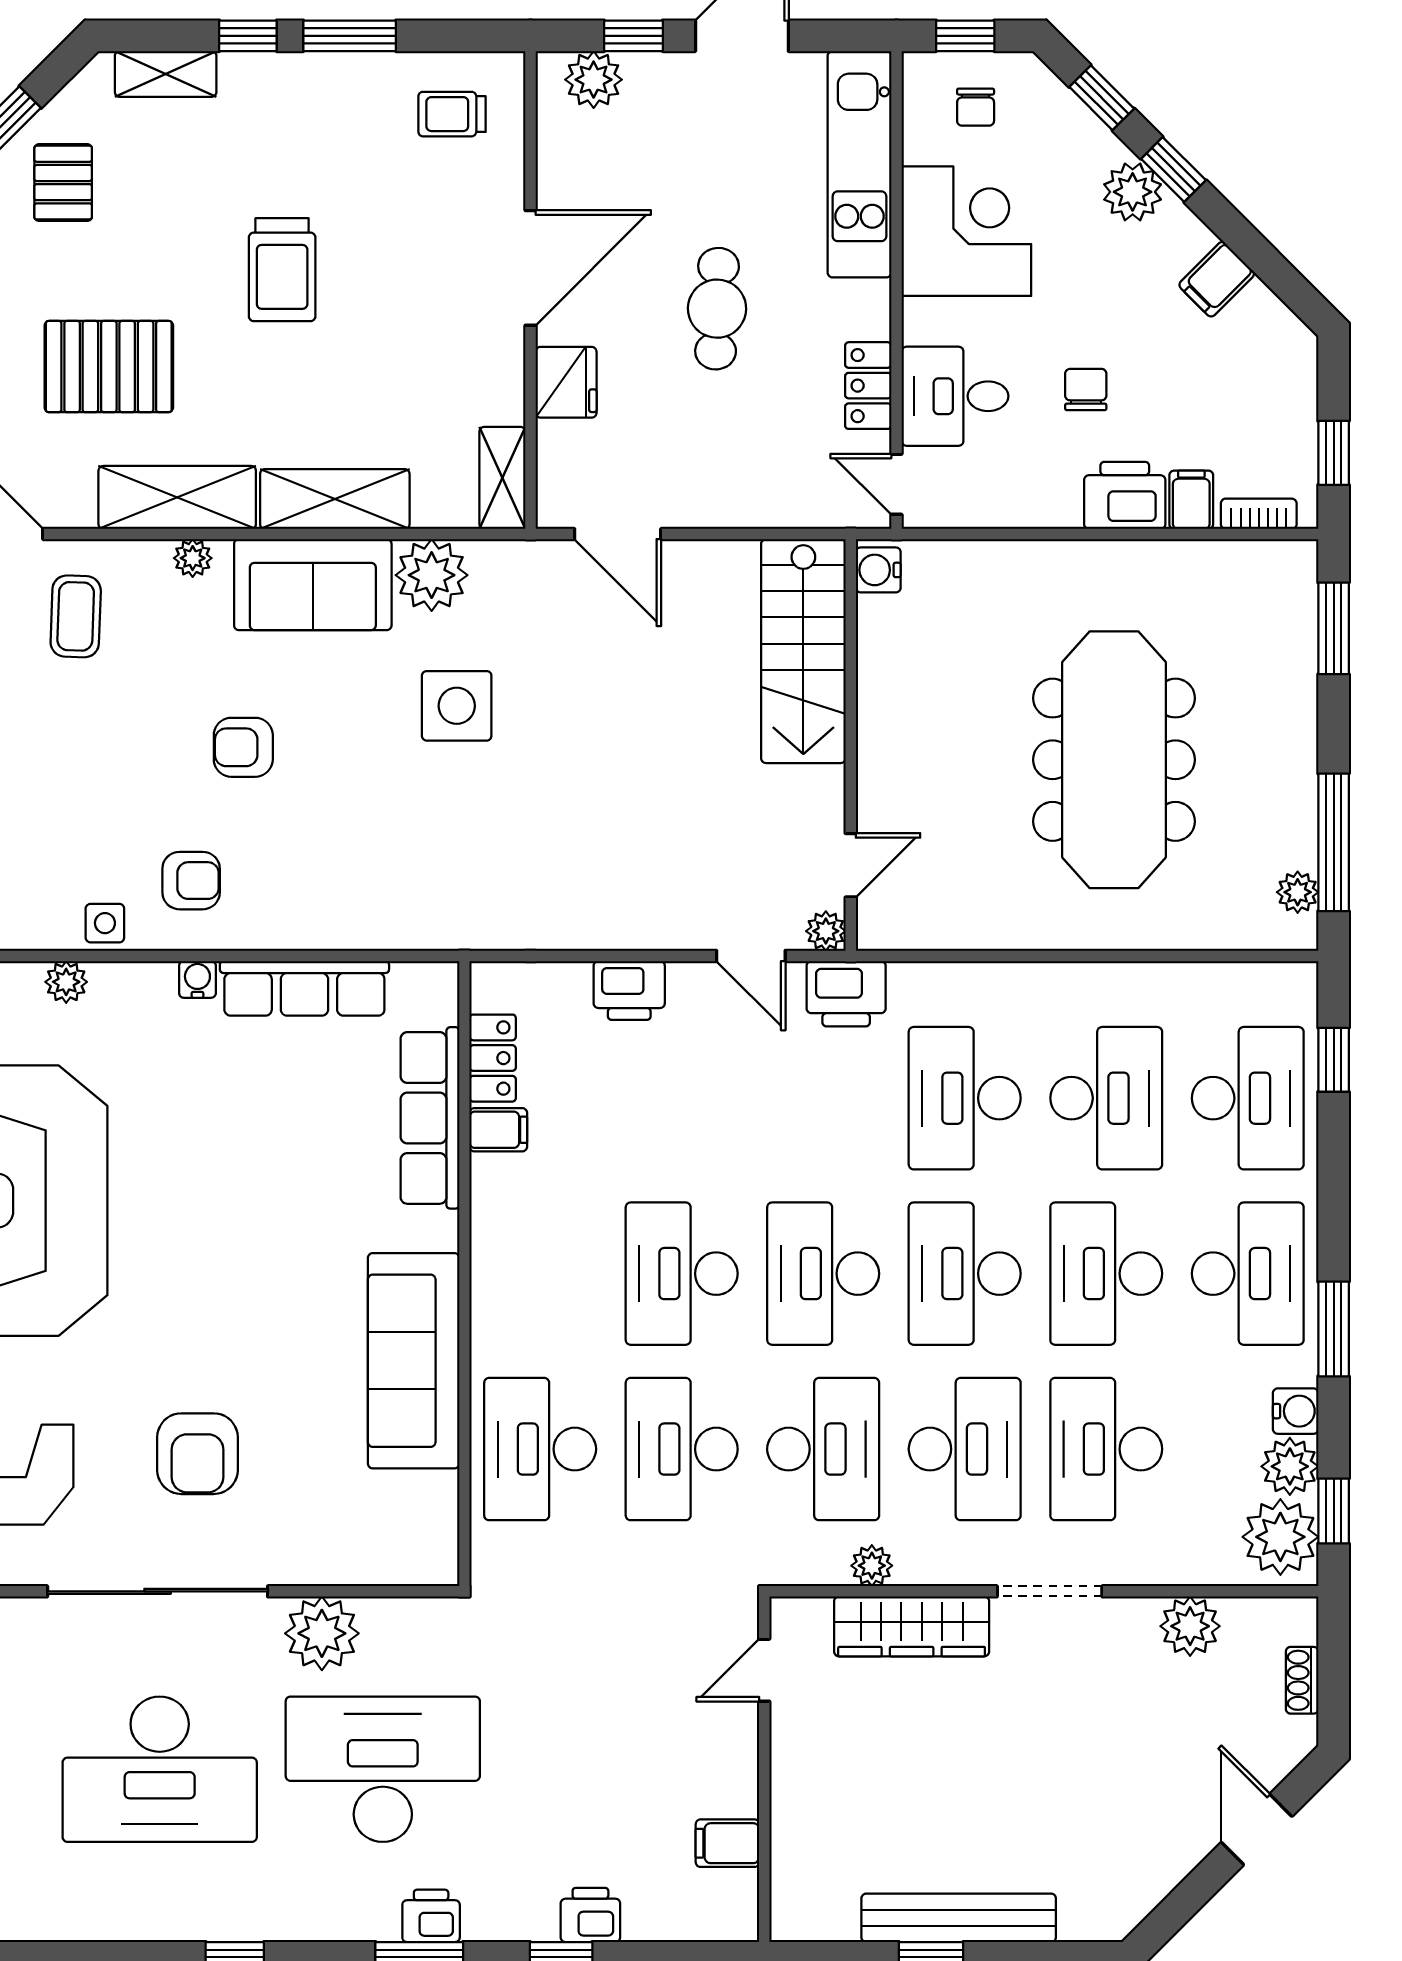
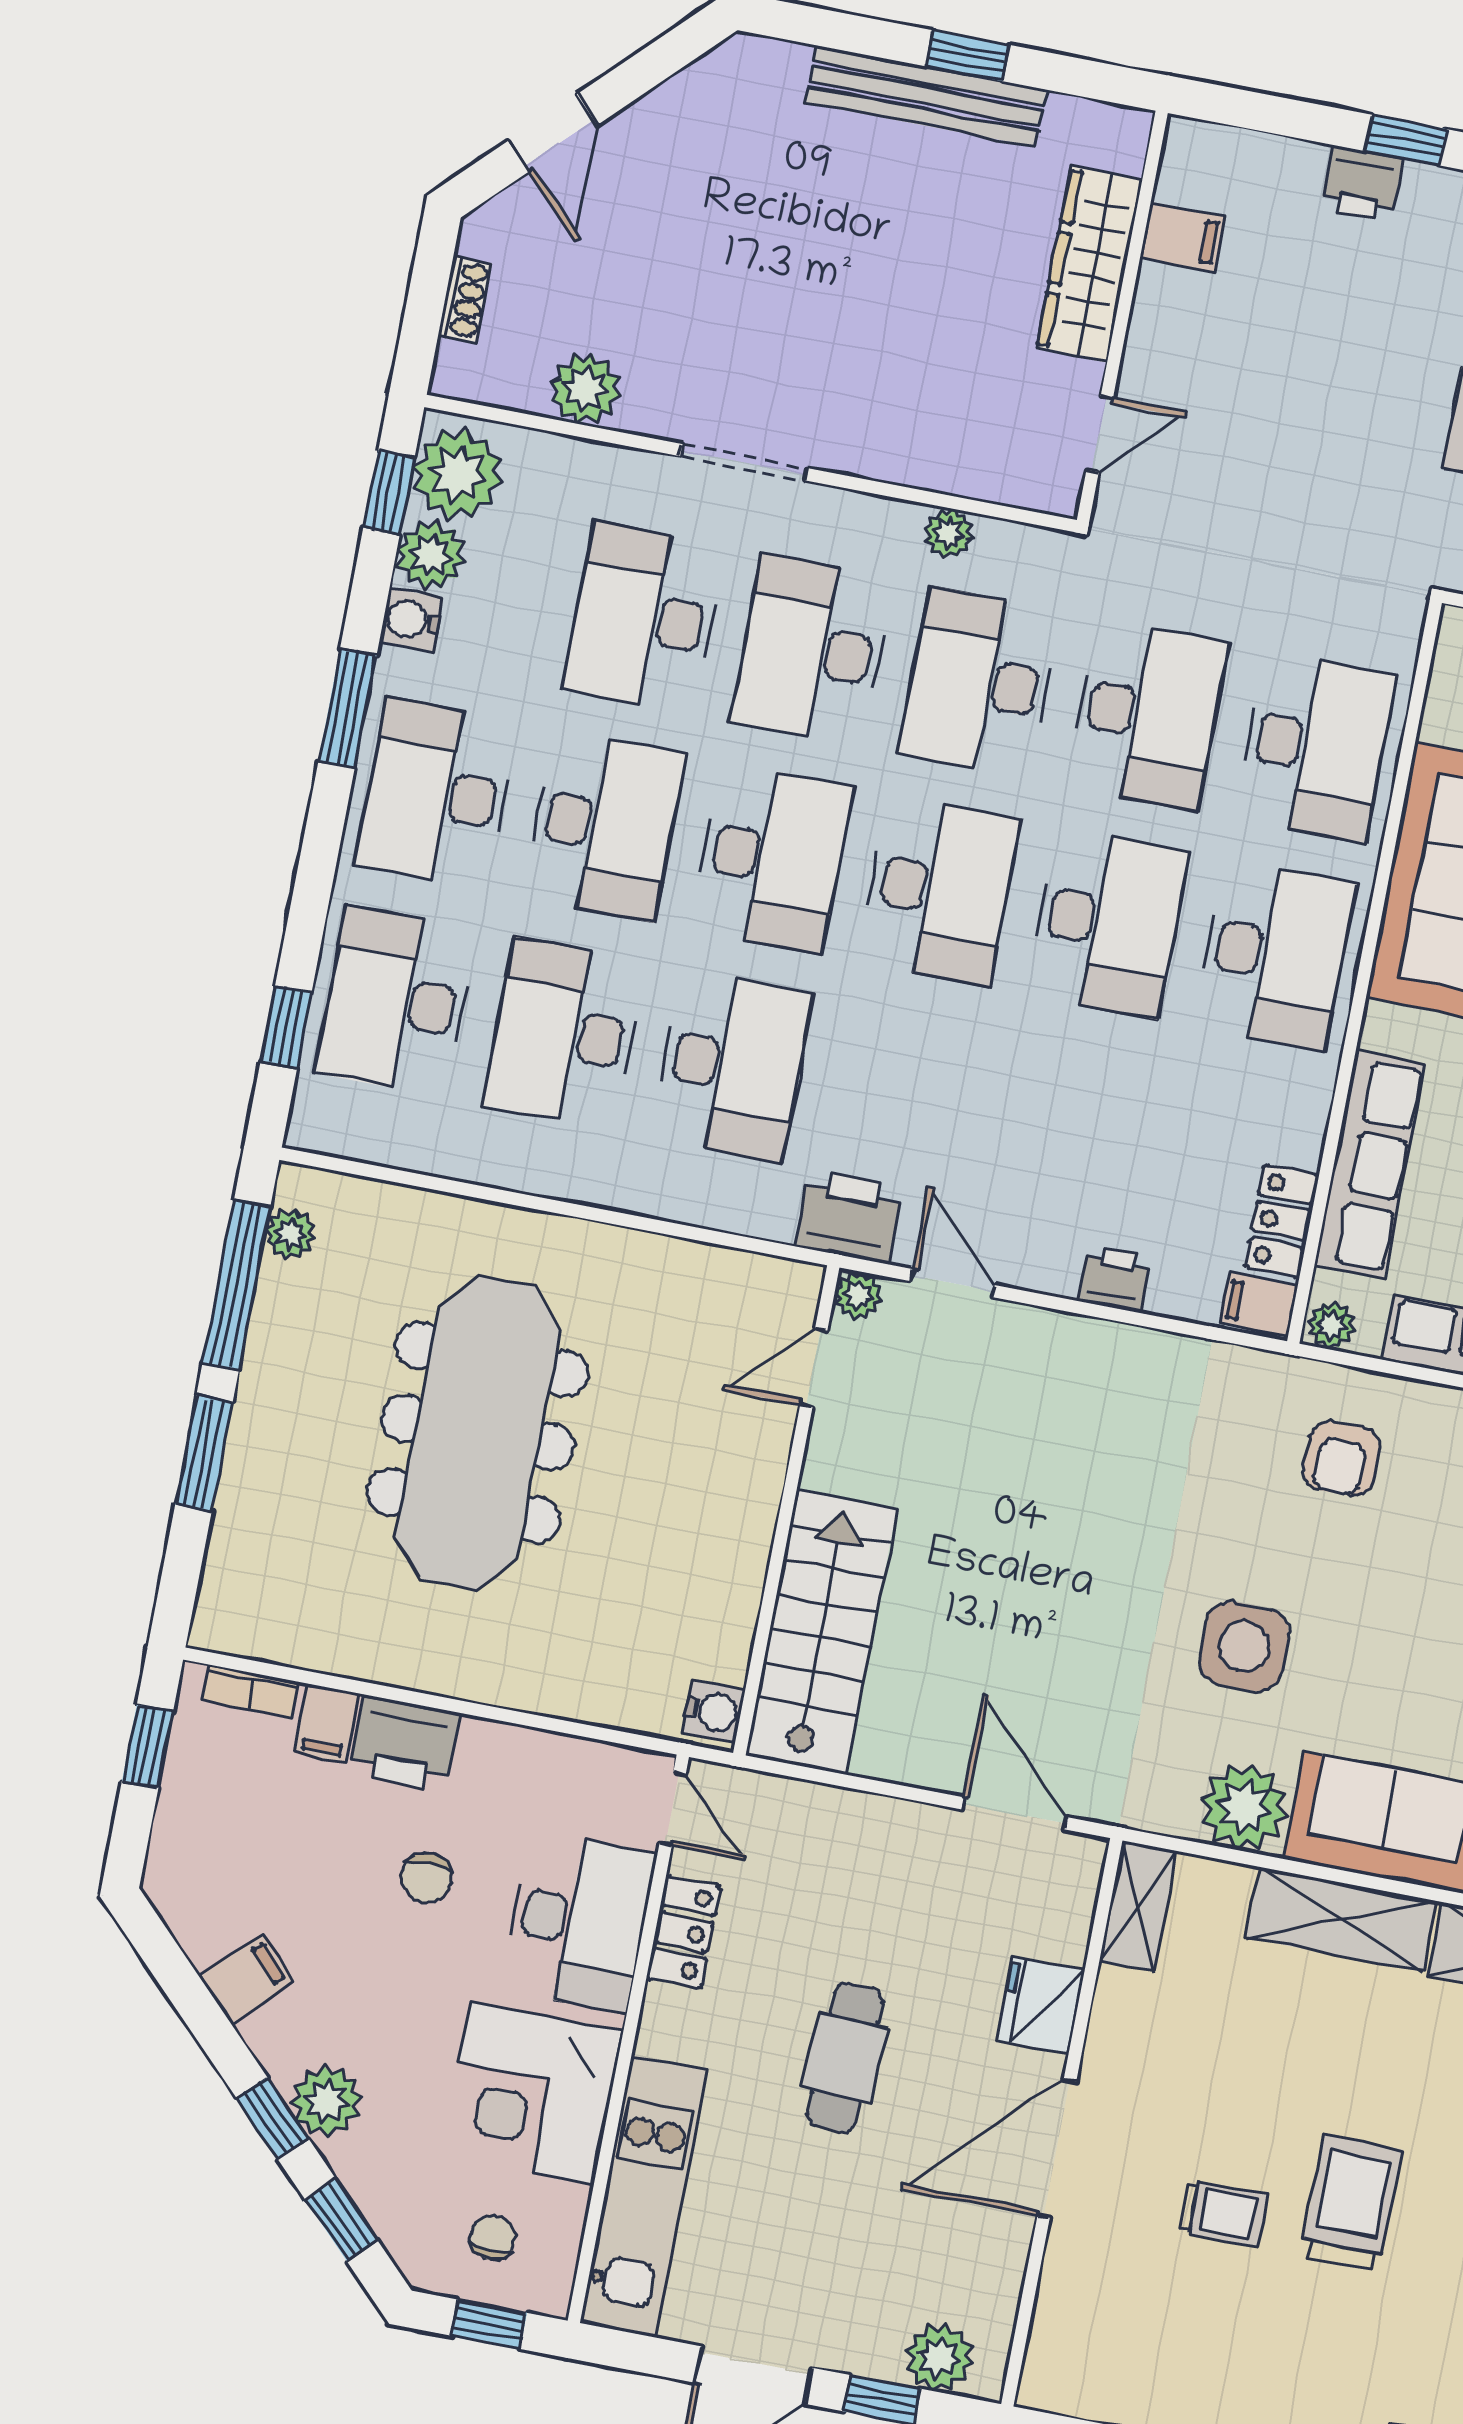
trolley: (452, 114) -> (1223, 2213), moved
desk: (955, 396) -> (579, 1921), width x1.37
window: (1334, 628) -> (204, 1453), moved
armchair: (407, 874) -> (1341, 1458), added
plant: (436, 981) -> (1331, 1326), added
printer: (629, 990) -> (1115, 1279), width x0.73, depth x0.81
filing cabinet: (498, 1130) -> (1259, 1305), moved
desk: (540, 1274) -> (1275, 955), added
desk: (1106, 1449) -> (644, 618), turned 180
wardrobe: (912, 1626) -> (1089, 264), moved, turned -90

